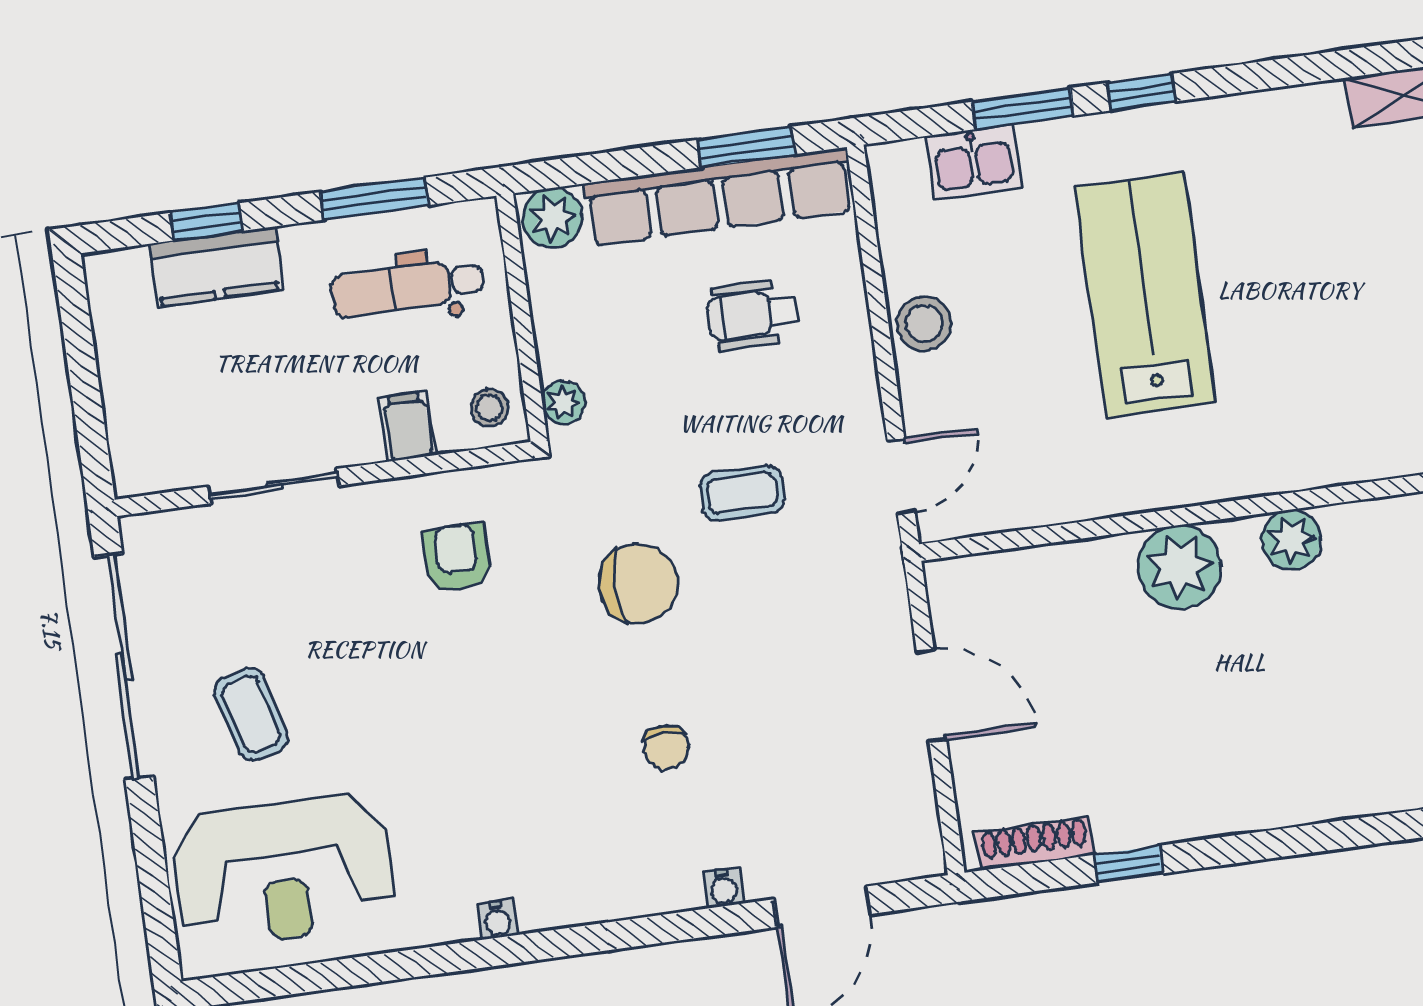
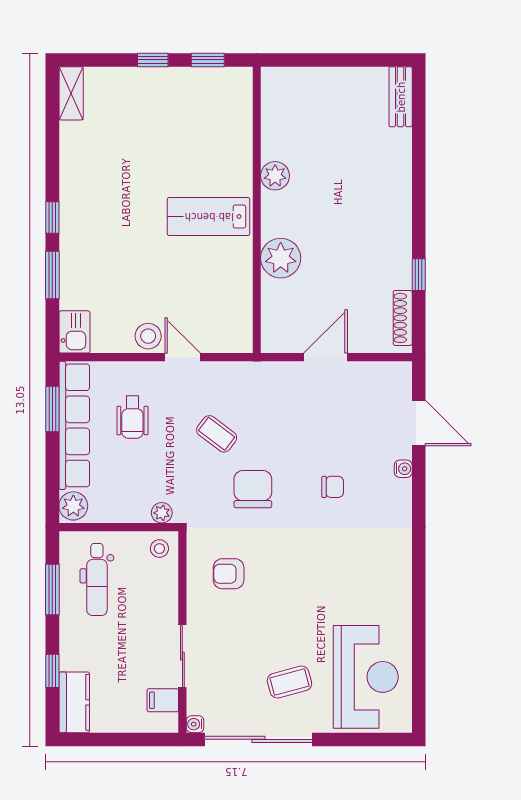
kitchen sink: (974, 162) -> (74, 332), moved
kitchen counter: (216, 267) -> (74, 702), moved
lab bench: (1145, 295) -> (209, 217), moved, width x0.73, depth x0.72
filing cabinet: (407, 426) -> (163, 700), moved
door: (901, 476) -> (183, 357), moved
coffee table: (742, 493) -> (217, 434), turned -53
plant: (1179, 567) -> (281, 258), moved
water cooler: (497, 920) -> (195, 724), moved, turned 180

